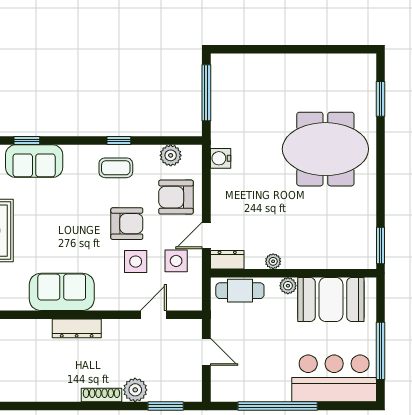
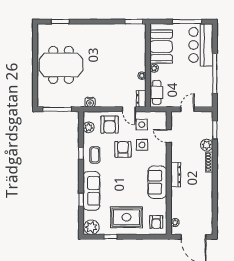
meeting table: (325, 149) -> (61, 65), moved, turned 90
sofa: (34, 161) -> (91, 191), width x1.36

